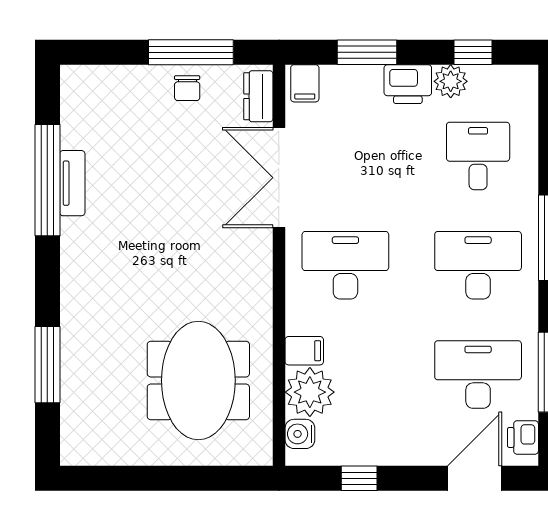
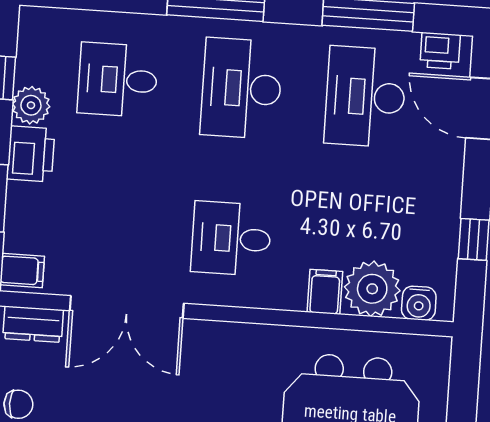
desk: (345, 265) -> (231, 239), width x0.73

